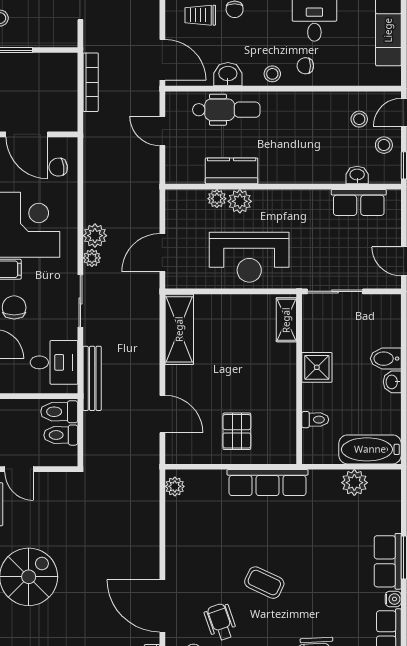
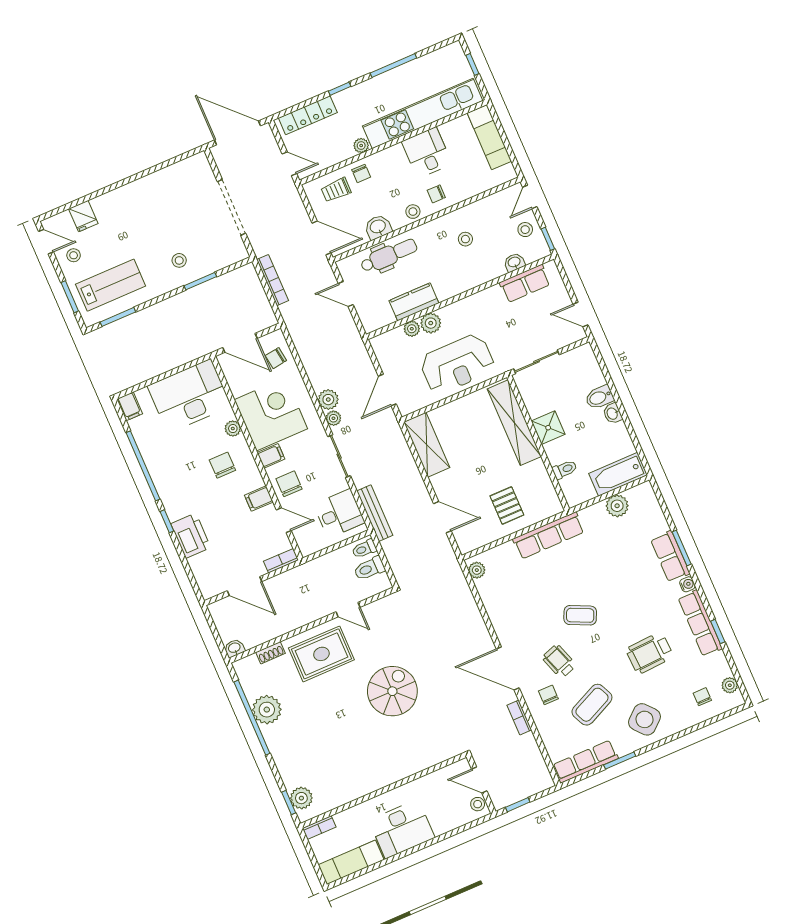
stool: (359, 119) -> (465, 239), moved
shelving: (286, 320) -> (514, 423), width x2.20, depth x1.33
toilet: (59, 412) -> (364, 549), width x0.73, depth x0.72

